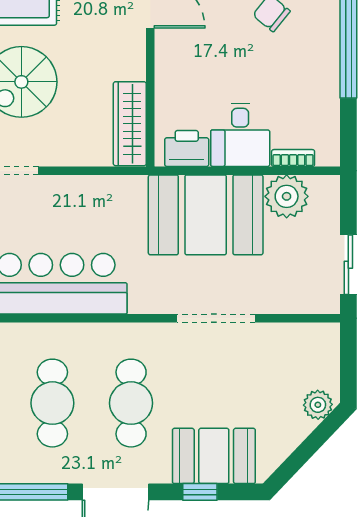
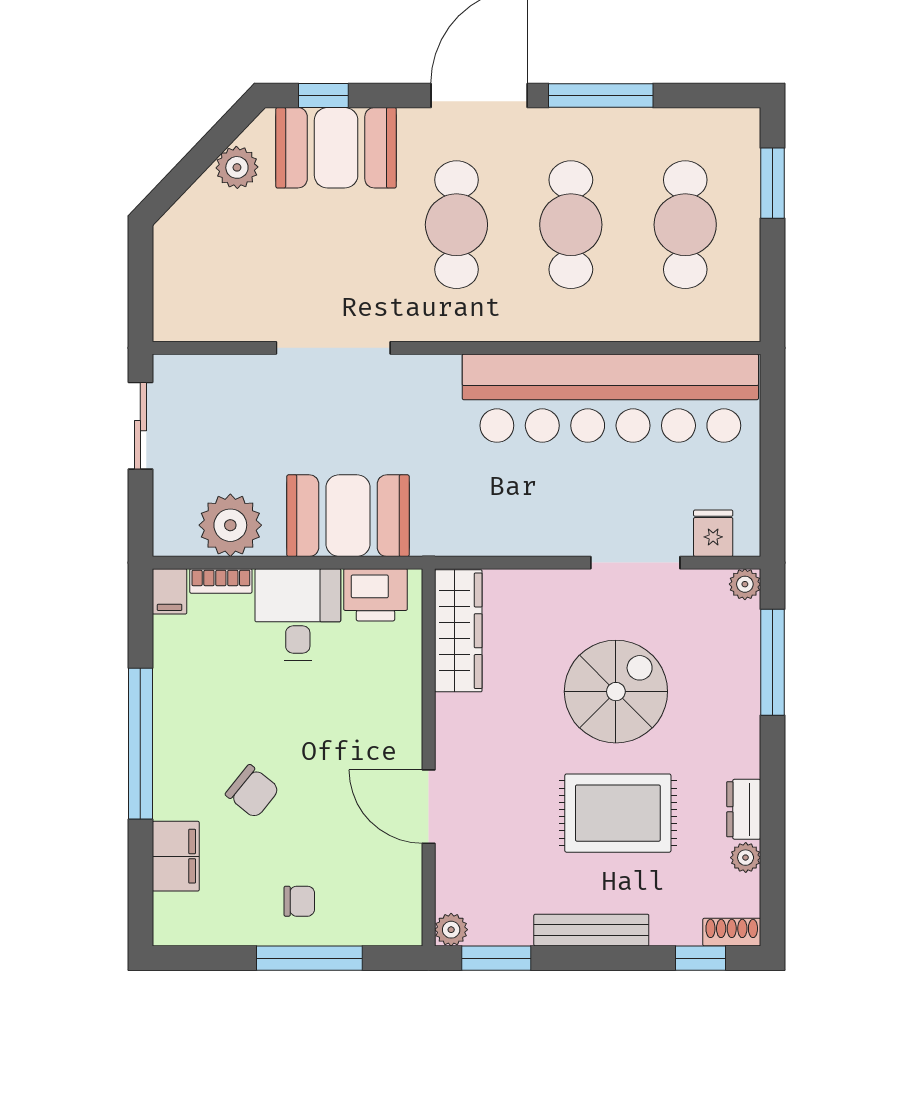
filing cabinet: (328, 151) -> (170, 591), added
booth: (206, 215) -> (348, 516), width x0.73, depth x0.70
plant: (318, 405) -> (237, 167), moved
window: (200, 492) -> (323, 95), moved

